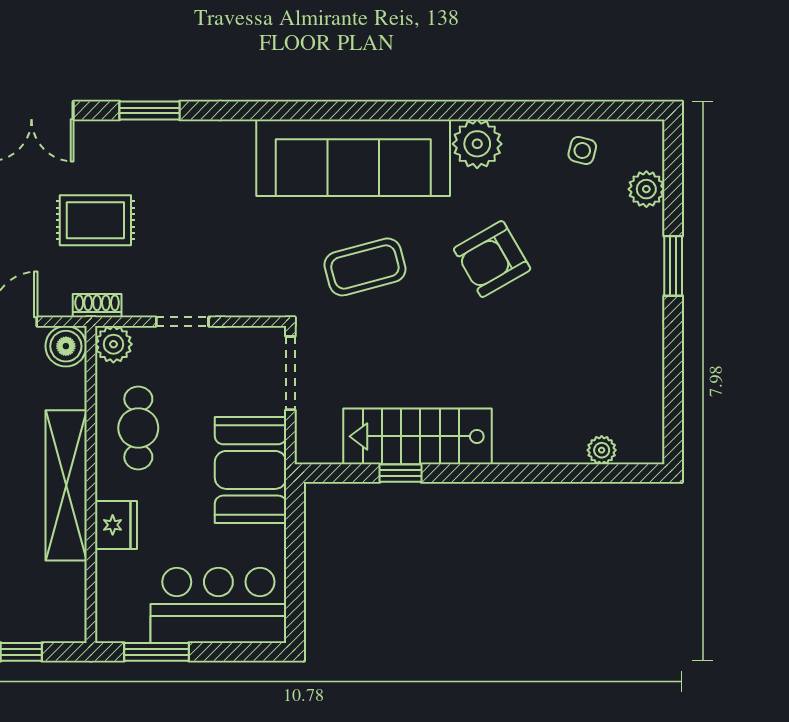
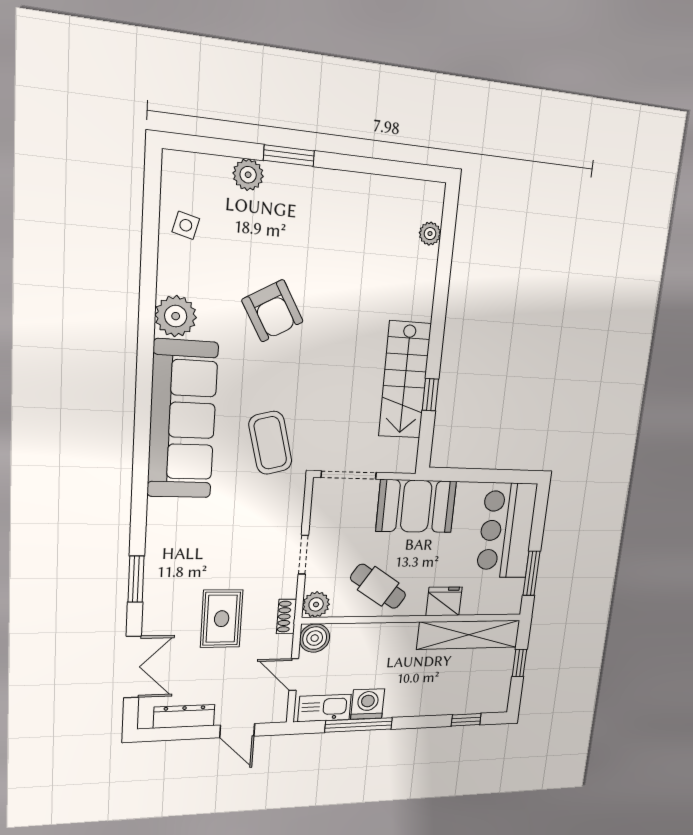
plant: (646, 189) -> (248, 175), moved
coffee table: (365, 267) -> (270, 443), moved
cafe table: (138, 428) -> (378, 586), turned 33
shelving: (66, 485) -> (469, 635), moved

